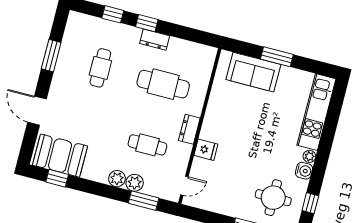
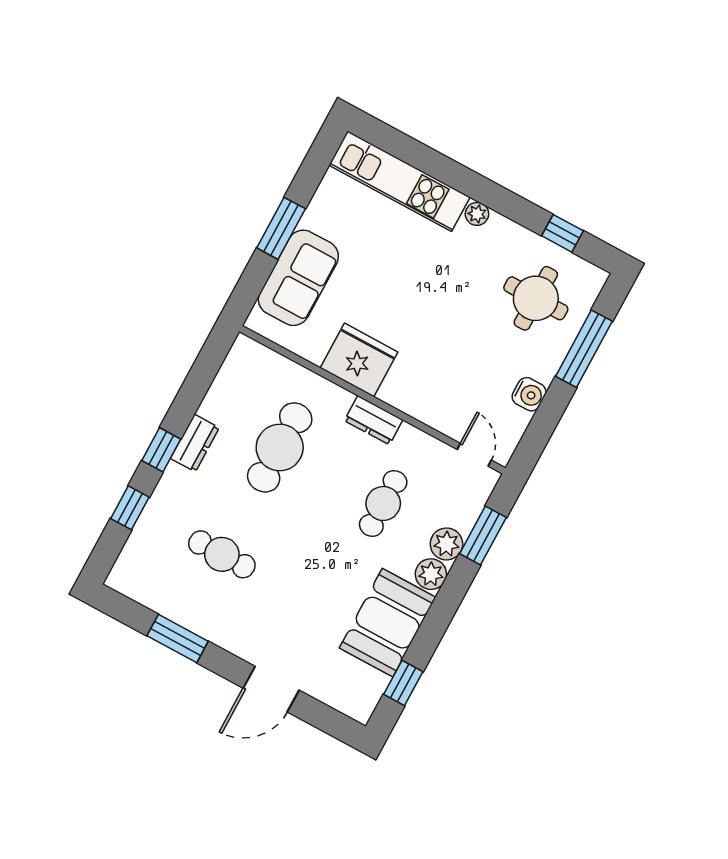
fridge: (206, 150) -> (359, 360), moved, width x1.88, depth x1.34
booth: (60, 156) -> (388, 623), moved
water cooler: (304, 171) -> (529, 394), moved, turned 90

